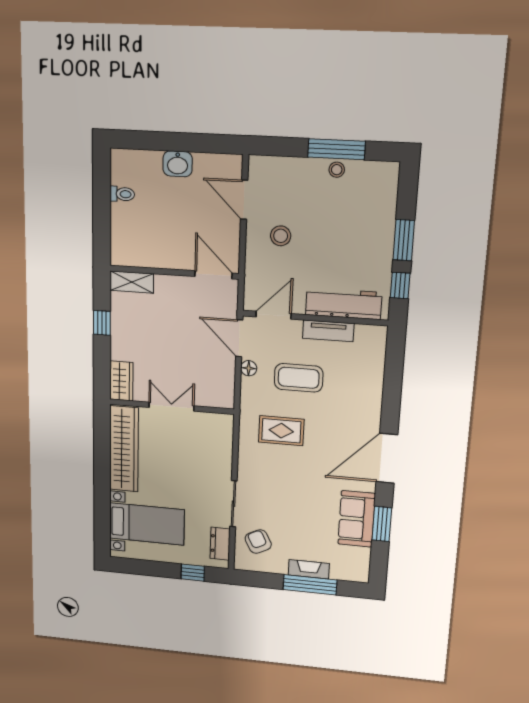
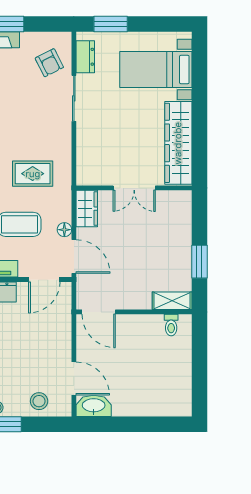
washbasin: (178, 164) -> (94, 406), moved, width x1.38
toilet: (122, 194) -> (171, 325), moved, turned -90
stool: (281, 236) -> (39, 401), moved
window: (102, 323) -> (199, 262), width x1.50
wardrobe: (121, 381) -> (87, 209), moved, turned 180
window: (193, 573) -> (111, 24), width x1.50

